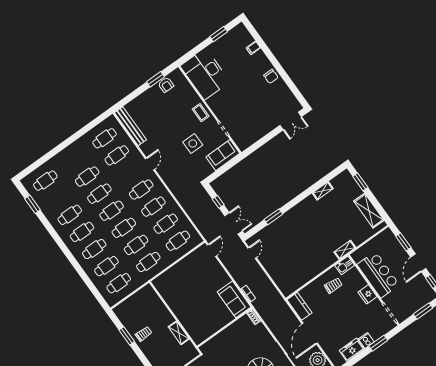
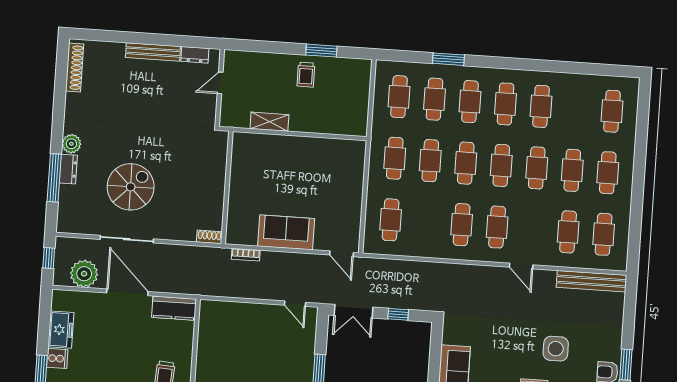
side table: (193, 143) -> (556, 349), moved
window: (33, 204) -> (449, 59), moved
cafe table: (166, 224) -> (608, 173), moved
sofa: (234, 299) -> (286, 232), moved

